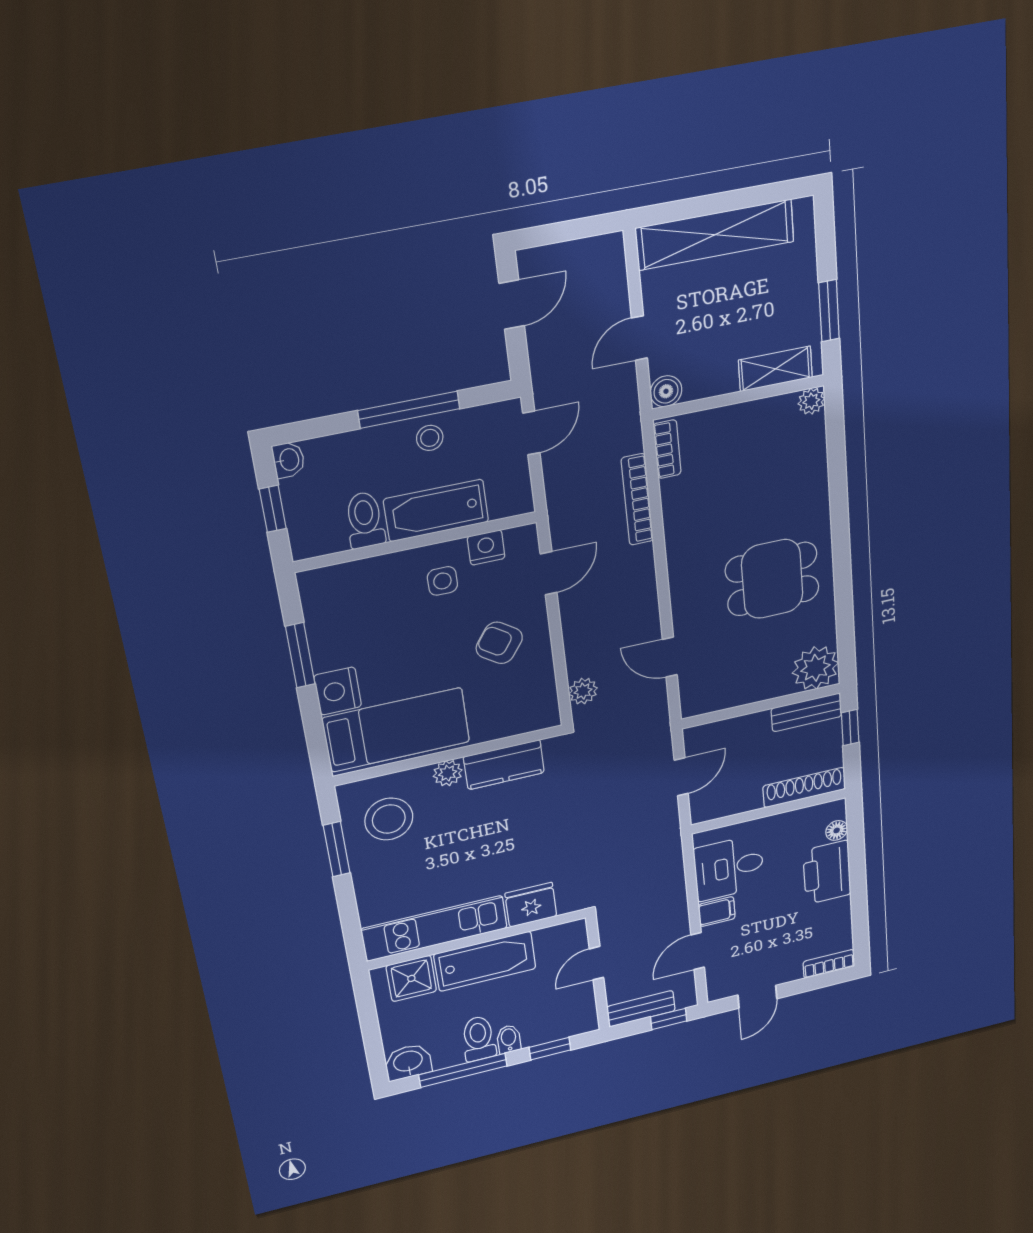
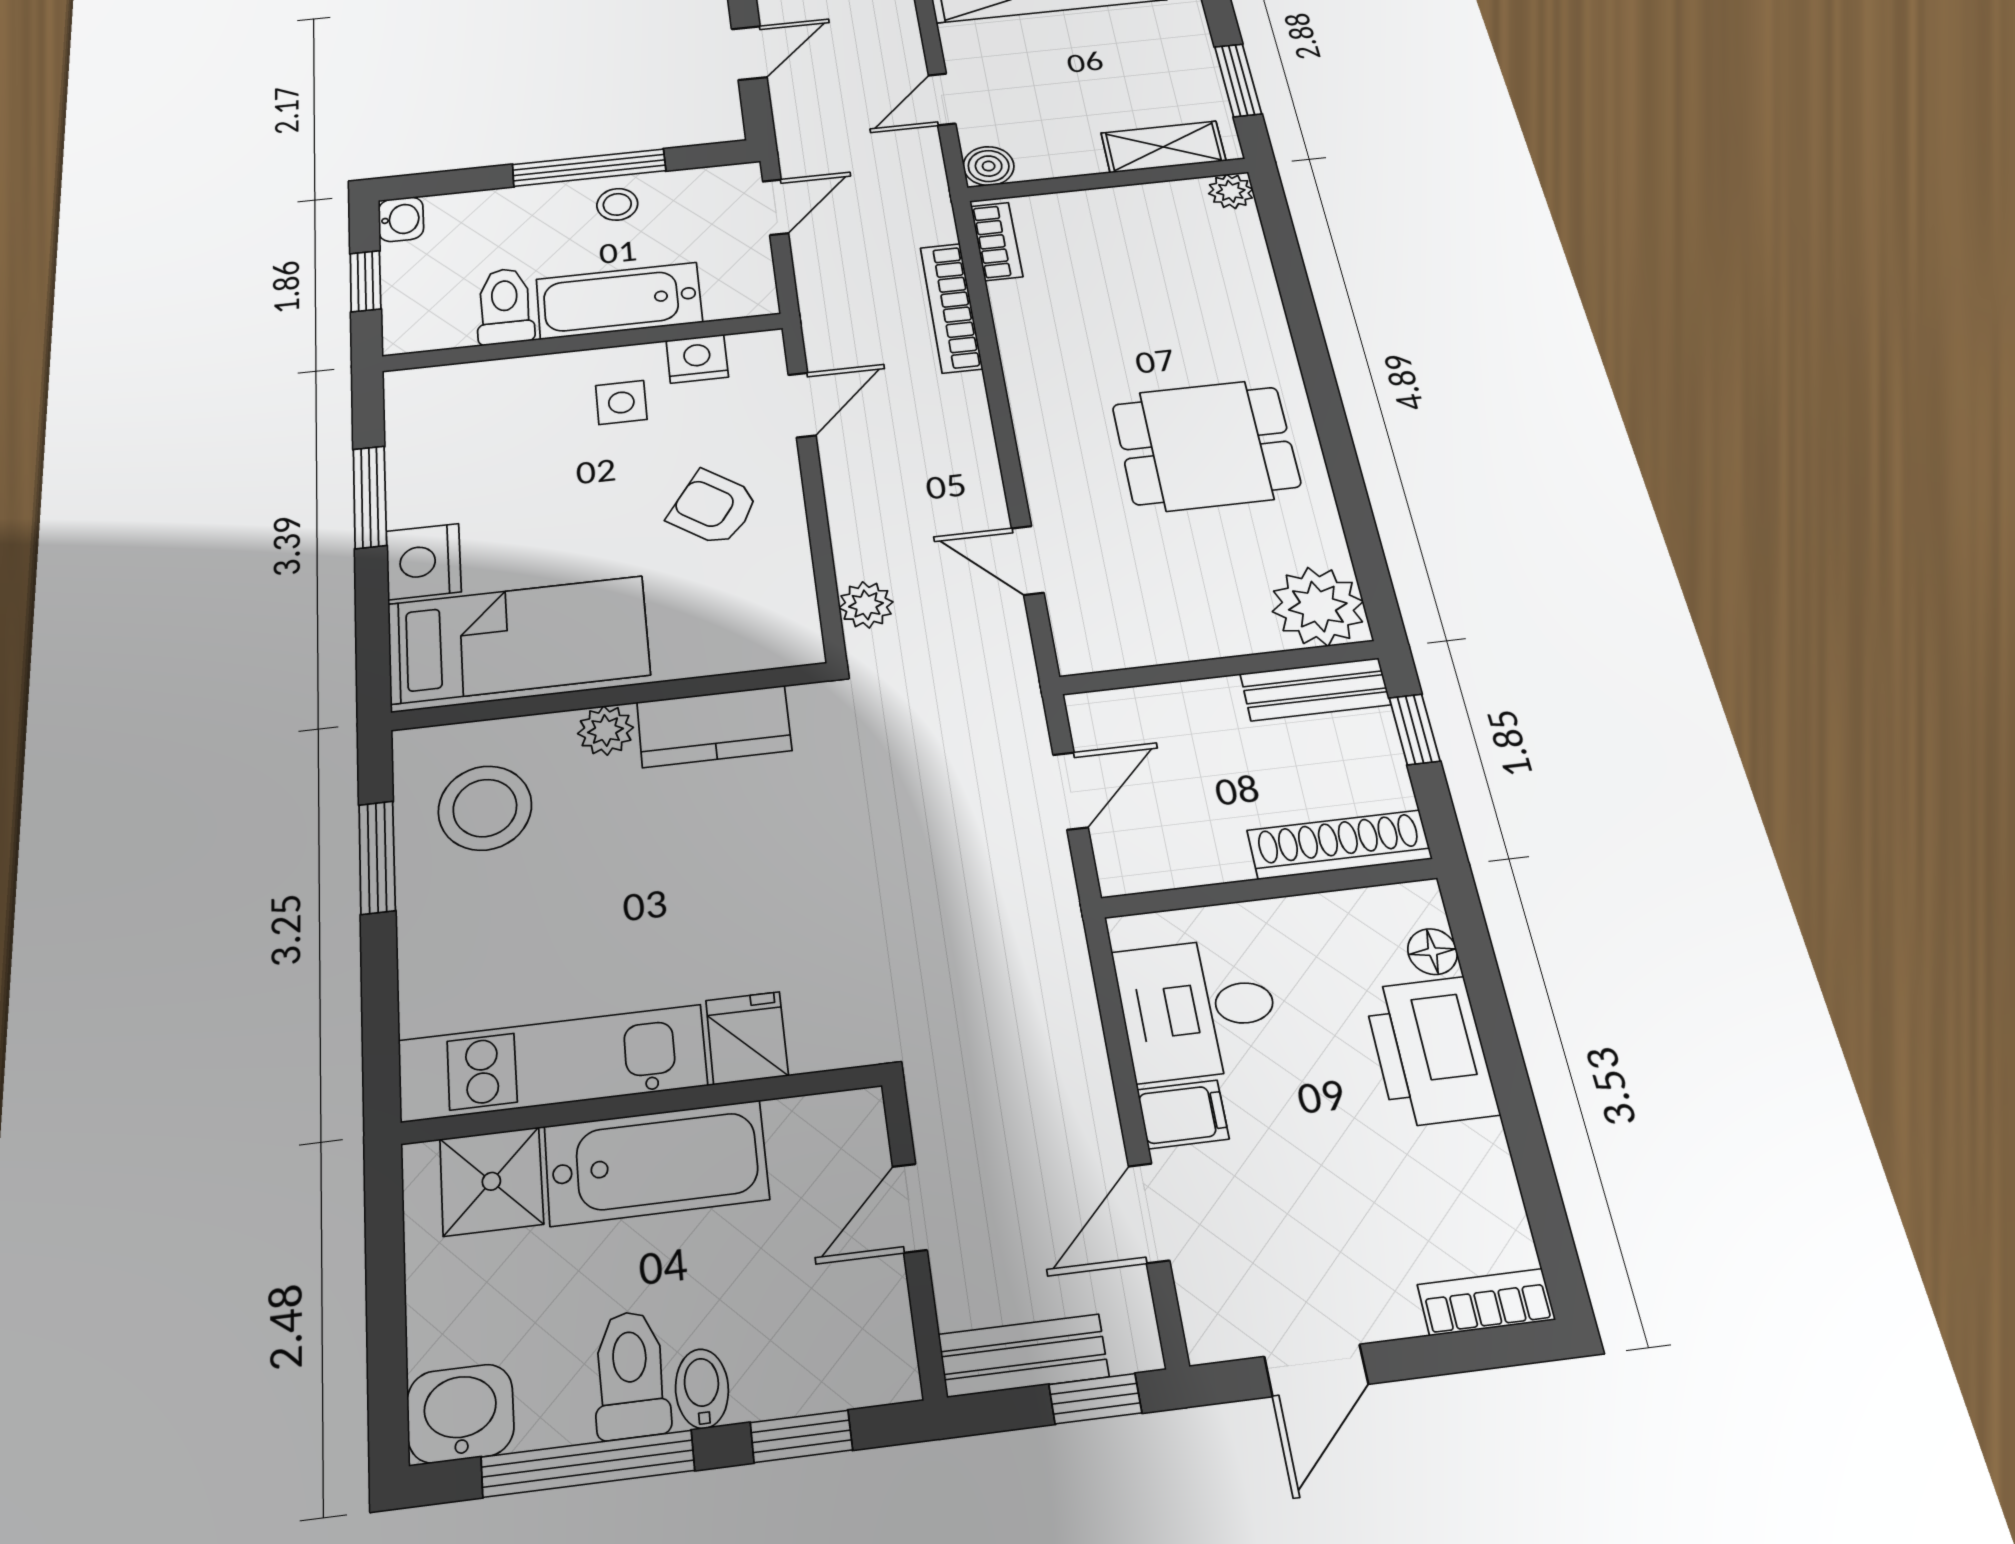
fridge: (531, 905) -> (747, 1038), width x0.72

